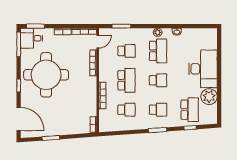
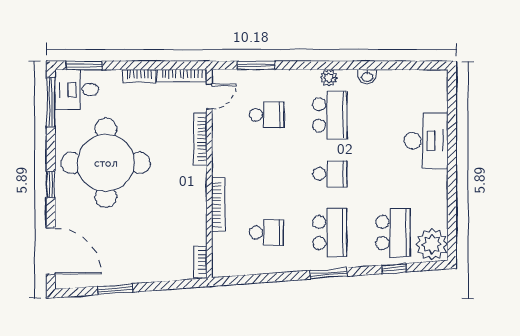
desk: (203, 69) -> (426, 141), width x0.73, depth x0.77
school desk: (126, 80) -> (267, 174), removed
plant: (209, 97) -> (432, 244), moved
school desk: (158, 110) -> (330, 233), width x1.85

